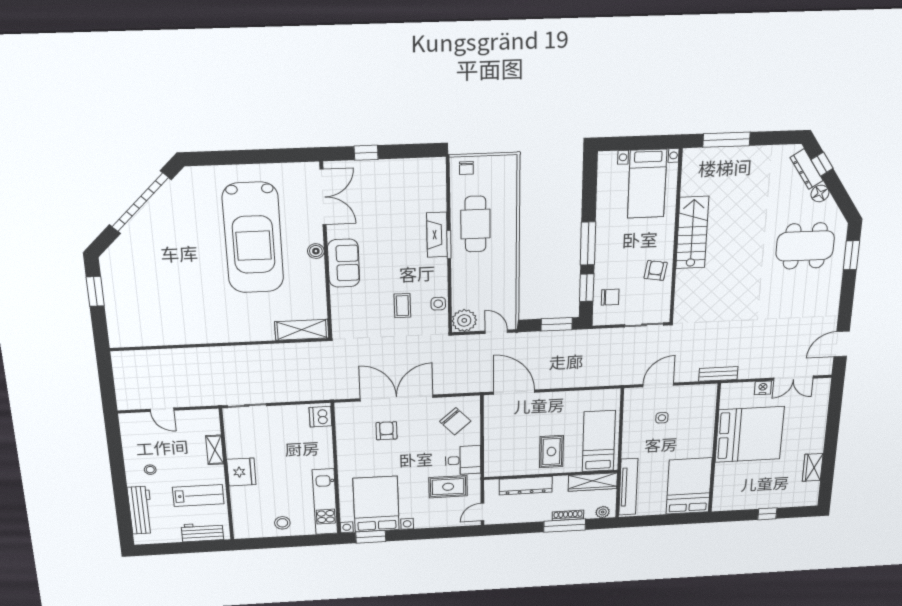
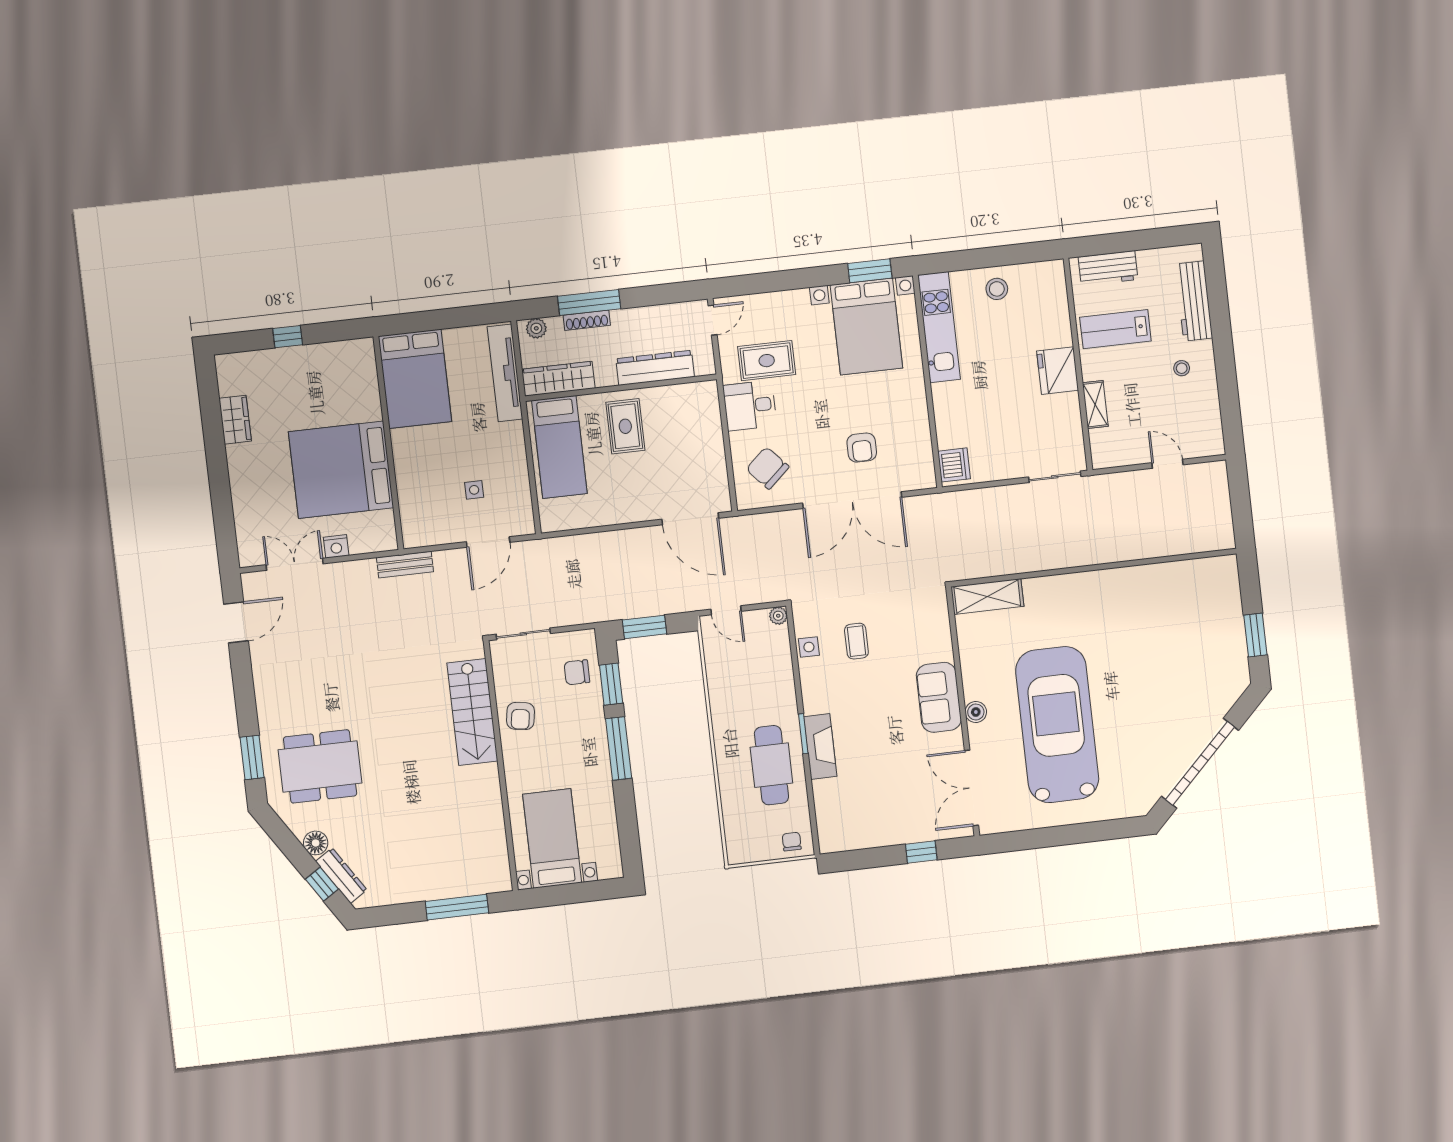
stairs: (692, 233) -> (472, 712), moved
plant: (464, 320) -> (778, 616), width x0.53, depth x0.53

